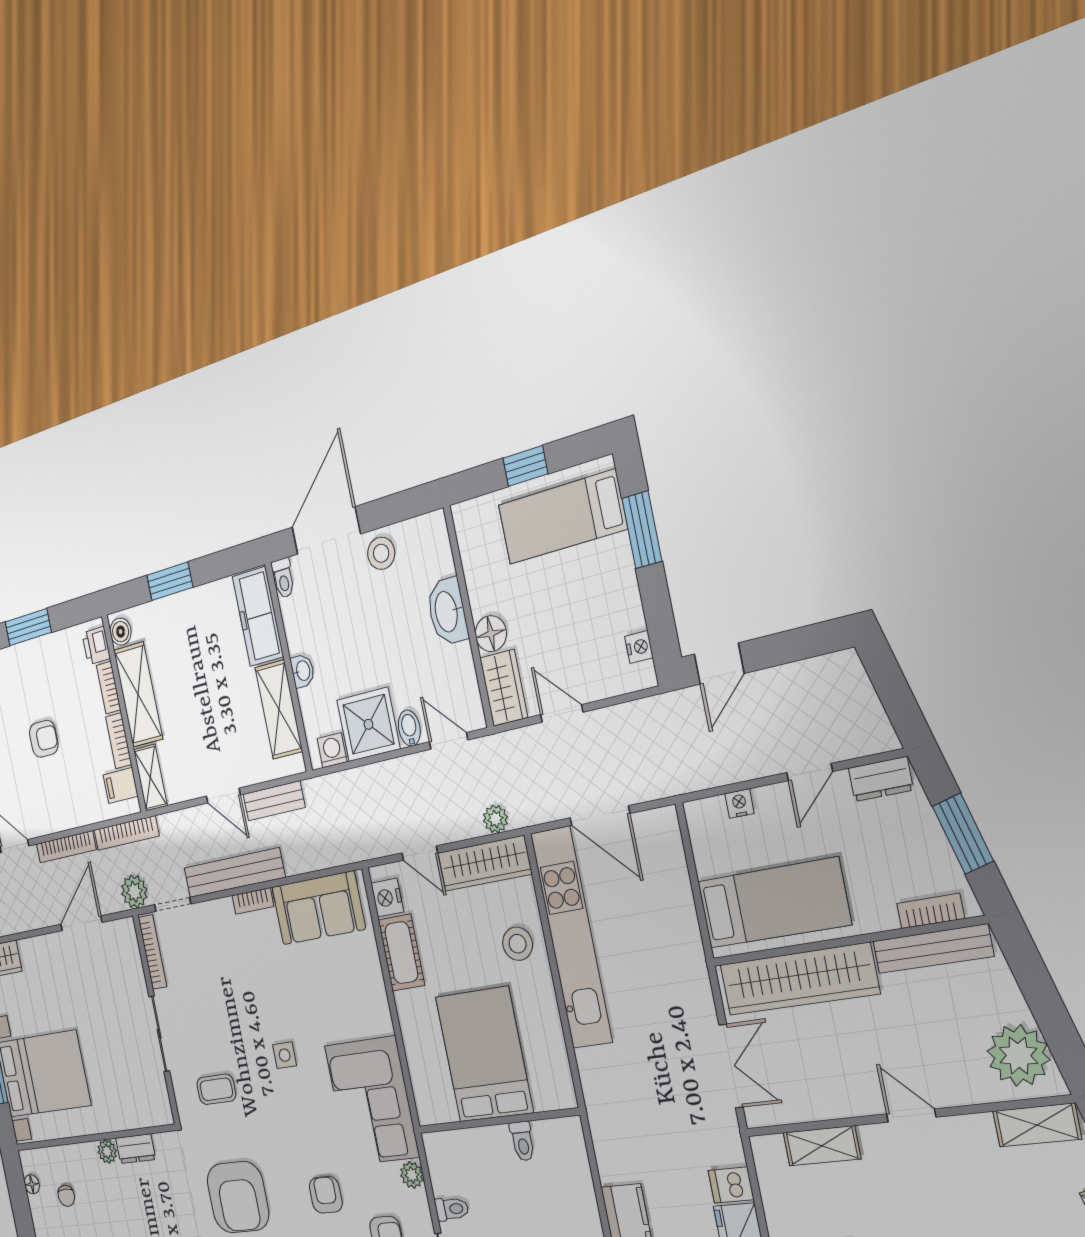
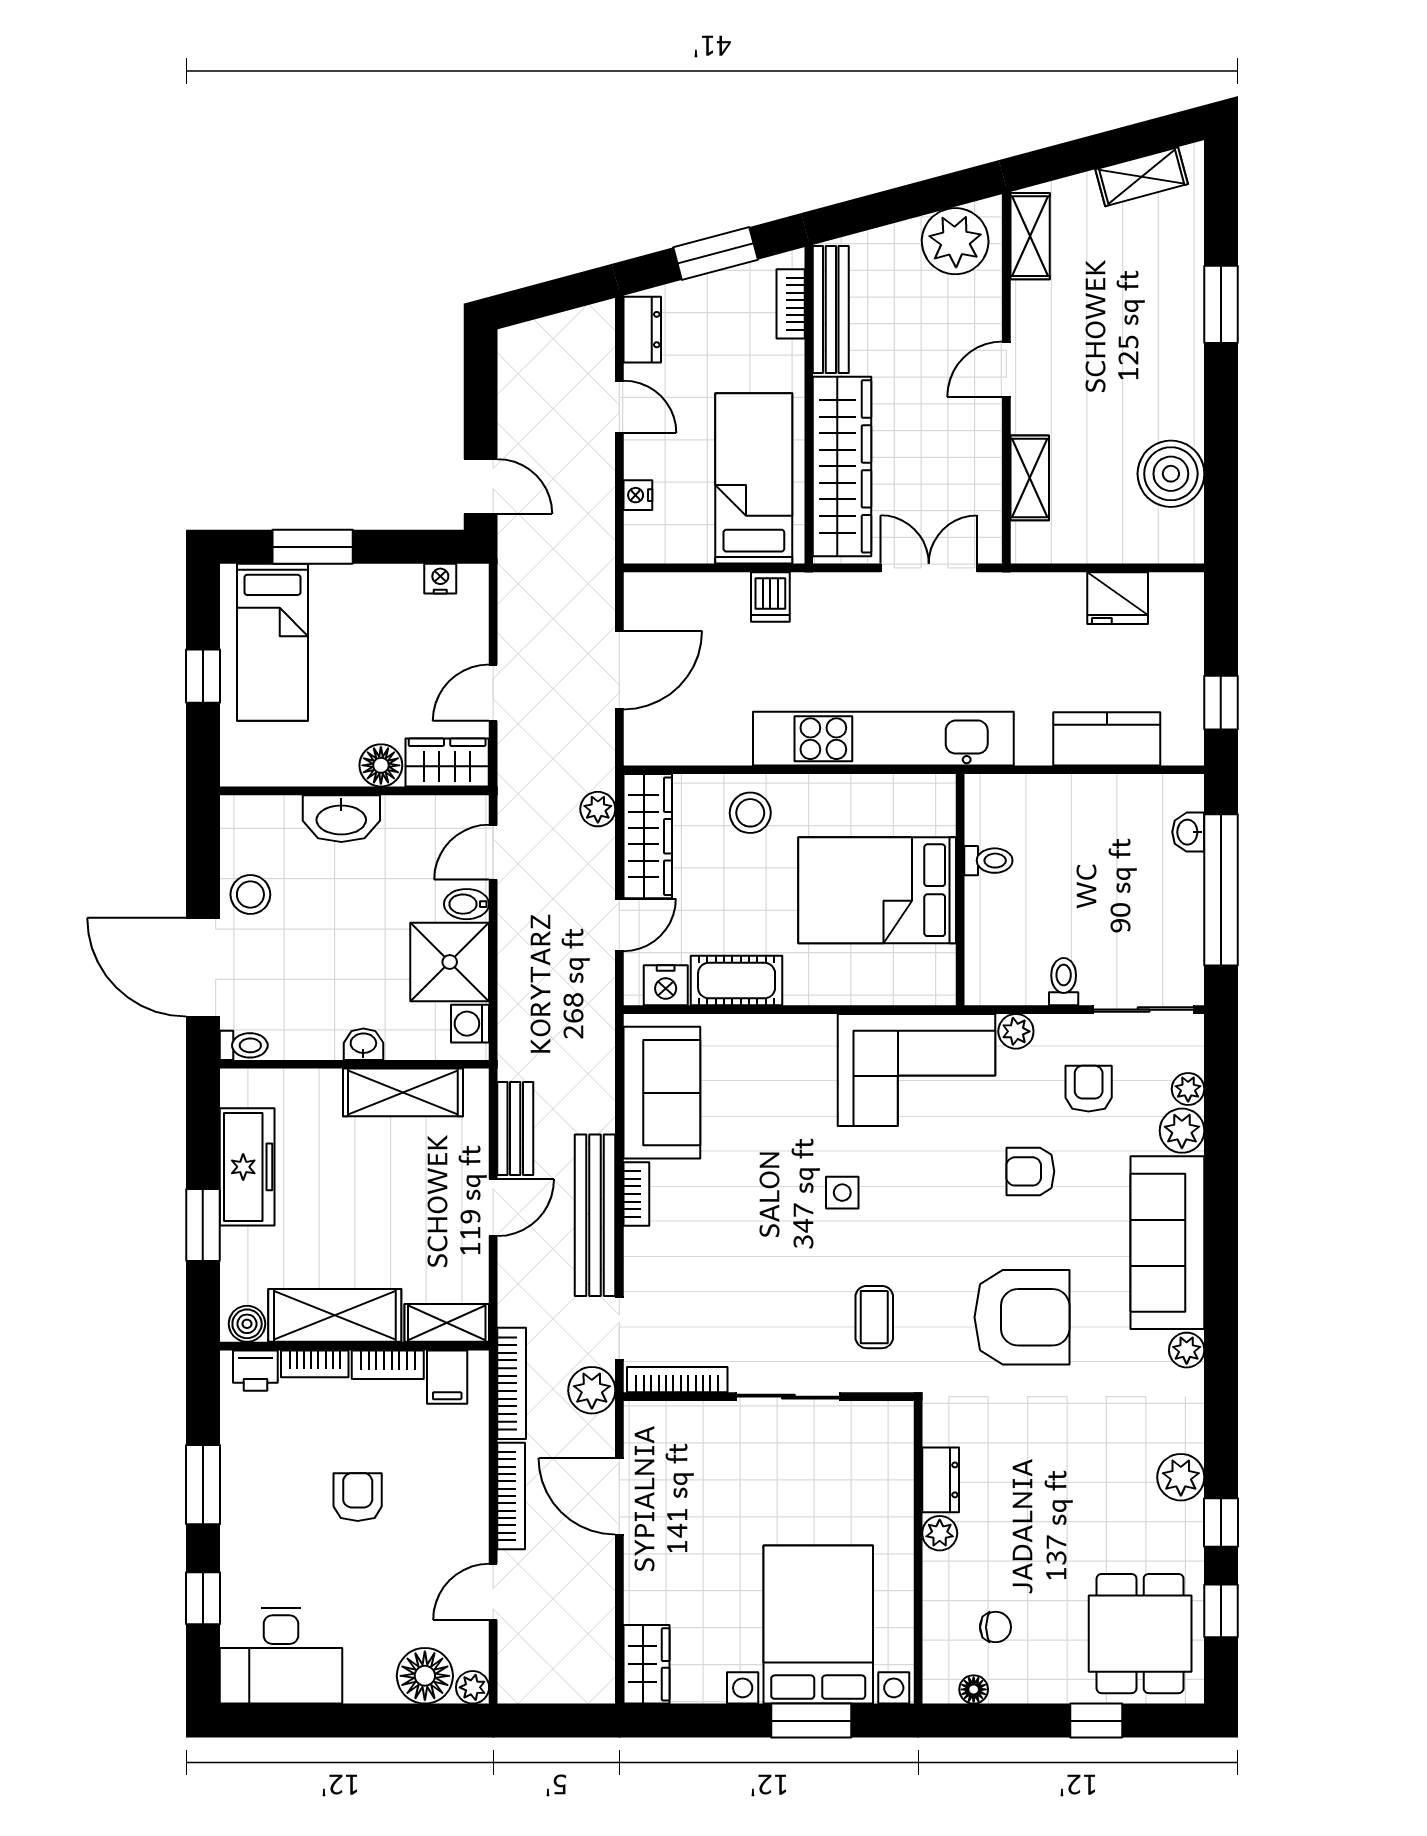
freezer: (258, 616) -> (247, 1167), moved, turned -90
kitchen unit: (571, 938) -> (883, 739), moved
dishwasher: (731, 1185) -> (770, 597), moved

